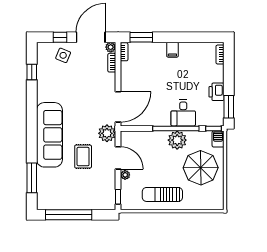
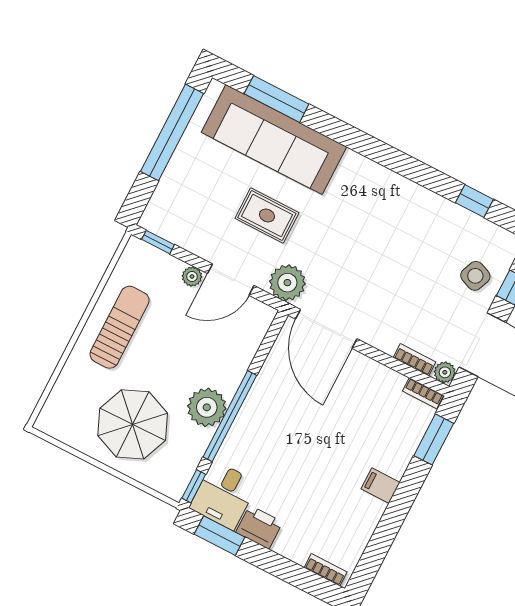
desk: (183, 113) -> (224, 495), moved, turned -90
sofa: (49, 135) -> (274, 139), moved
barbecue: (218, 139) -> (170, 485), removed

